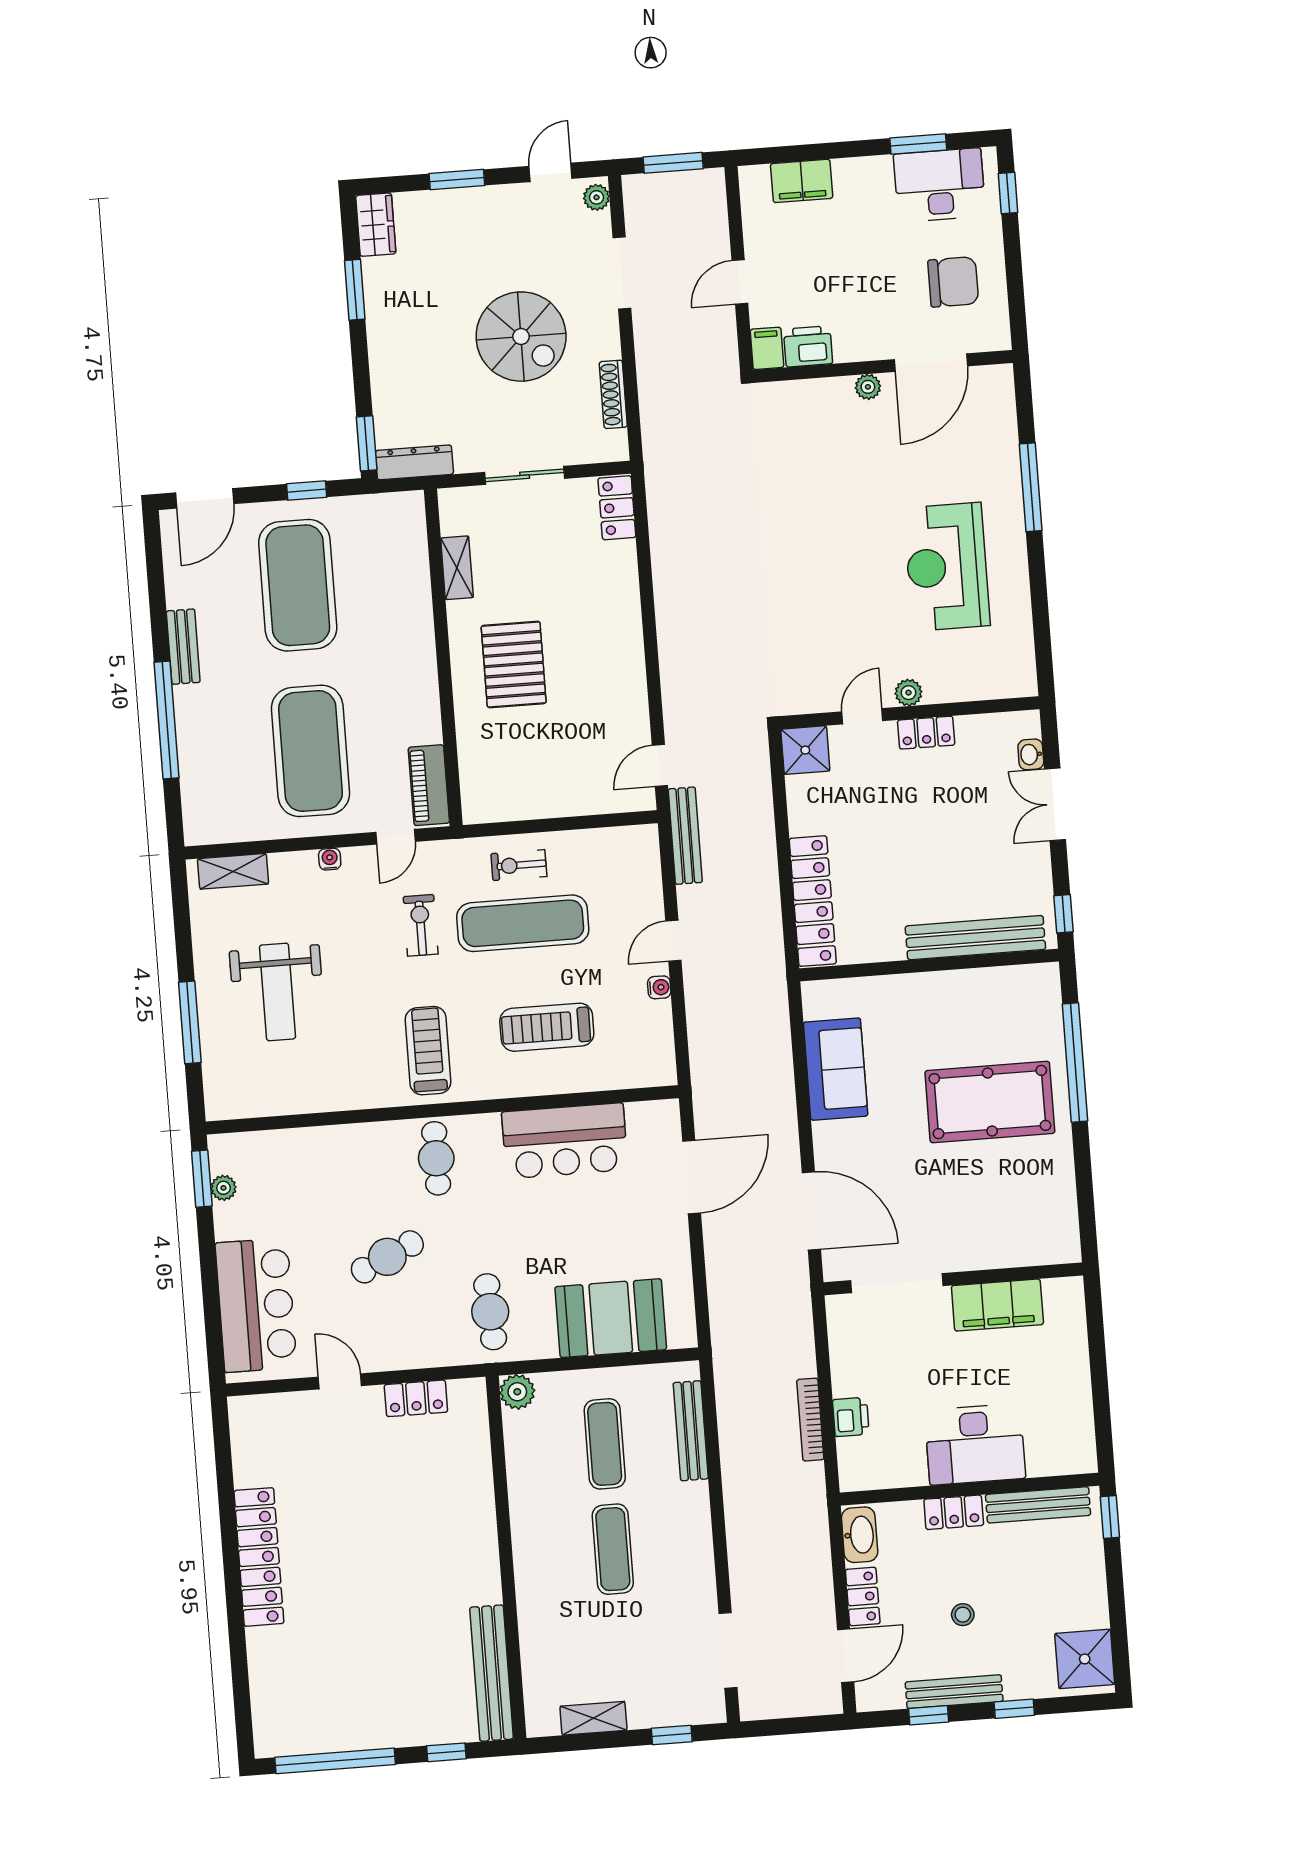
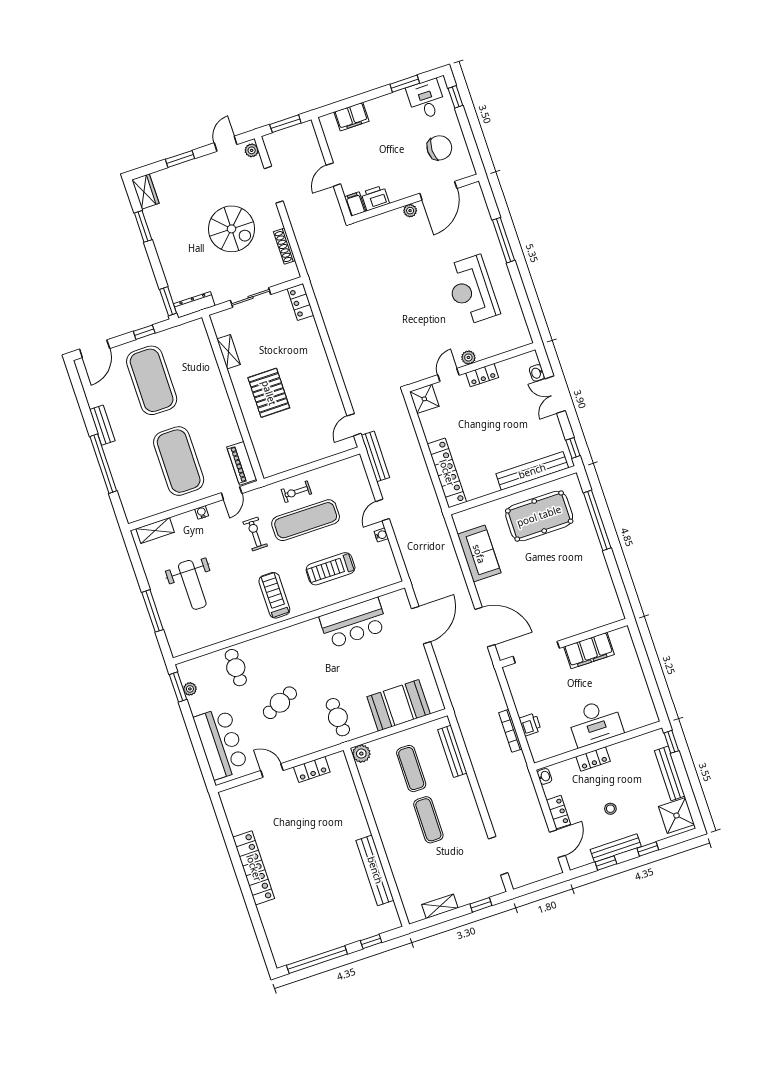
desk: (939, 185) -> (426, 99), width x0.73
pool table: (990, 1102) -> (539, 516), moved
cafe table: (436, 1158) -> (236, 668), moved
bench: (1038, 1505) -> (670, 773), moved, turned 90
washbasin: (860, 1535) -> (545, 776), width x0.52, depth x0.69
bench: (492, 1673) -> (375, 870), moved

